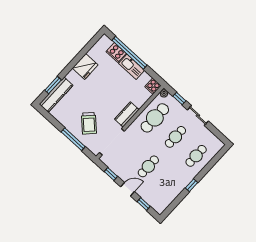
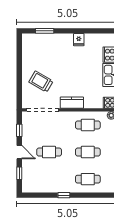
fridge: (85, 67) -> (79, 40), width x0.53, depth x0.75
kitchen counter: (56, 95) -> (40, 39), removed
cafe table: (155, 118) -> (88, 125), width x0.73, depth x0.74
trolley: (89, 123) -> (41, 82), turned 76
window: (73, 139) -> (19, 81), removed

